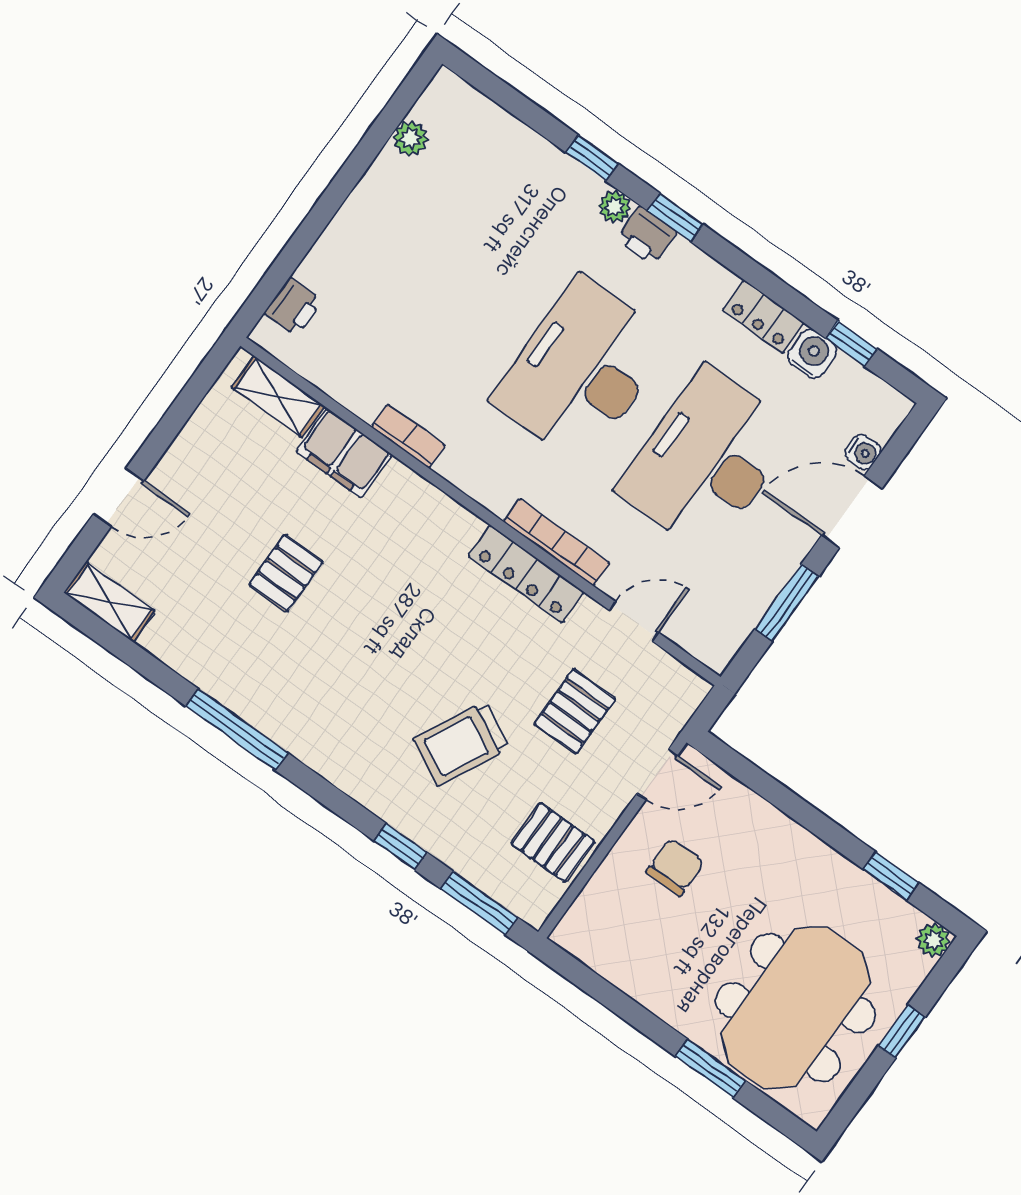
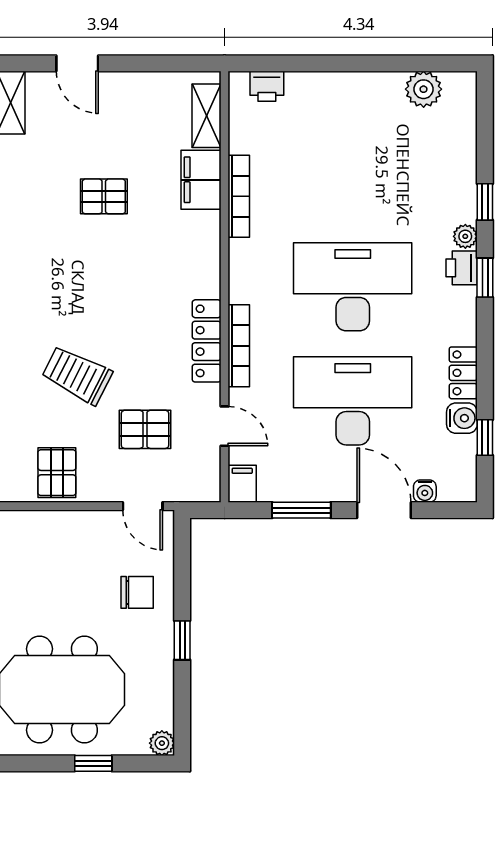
plant: (410, 138) -> (424, 89), width x1.38, depth x1.38
bookcase: (408, 436) -> (239, 196), width x1.56
filing cabinet: (711, 647) -> (242, 484), added
chair: (675, 867) -> (137, 592), moved
window: (891, 876) -> (182, 640), moved

